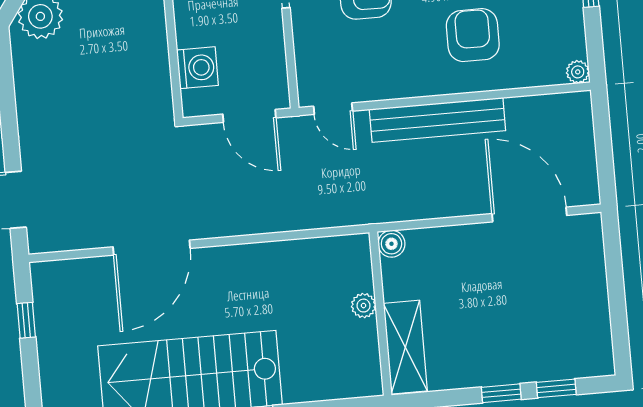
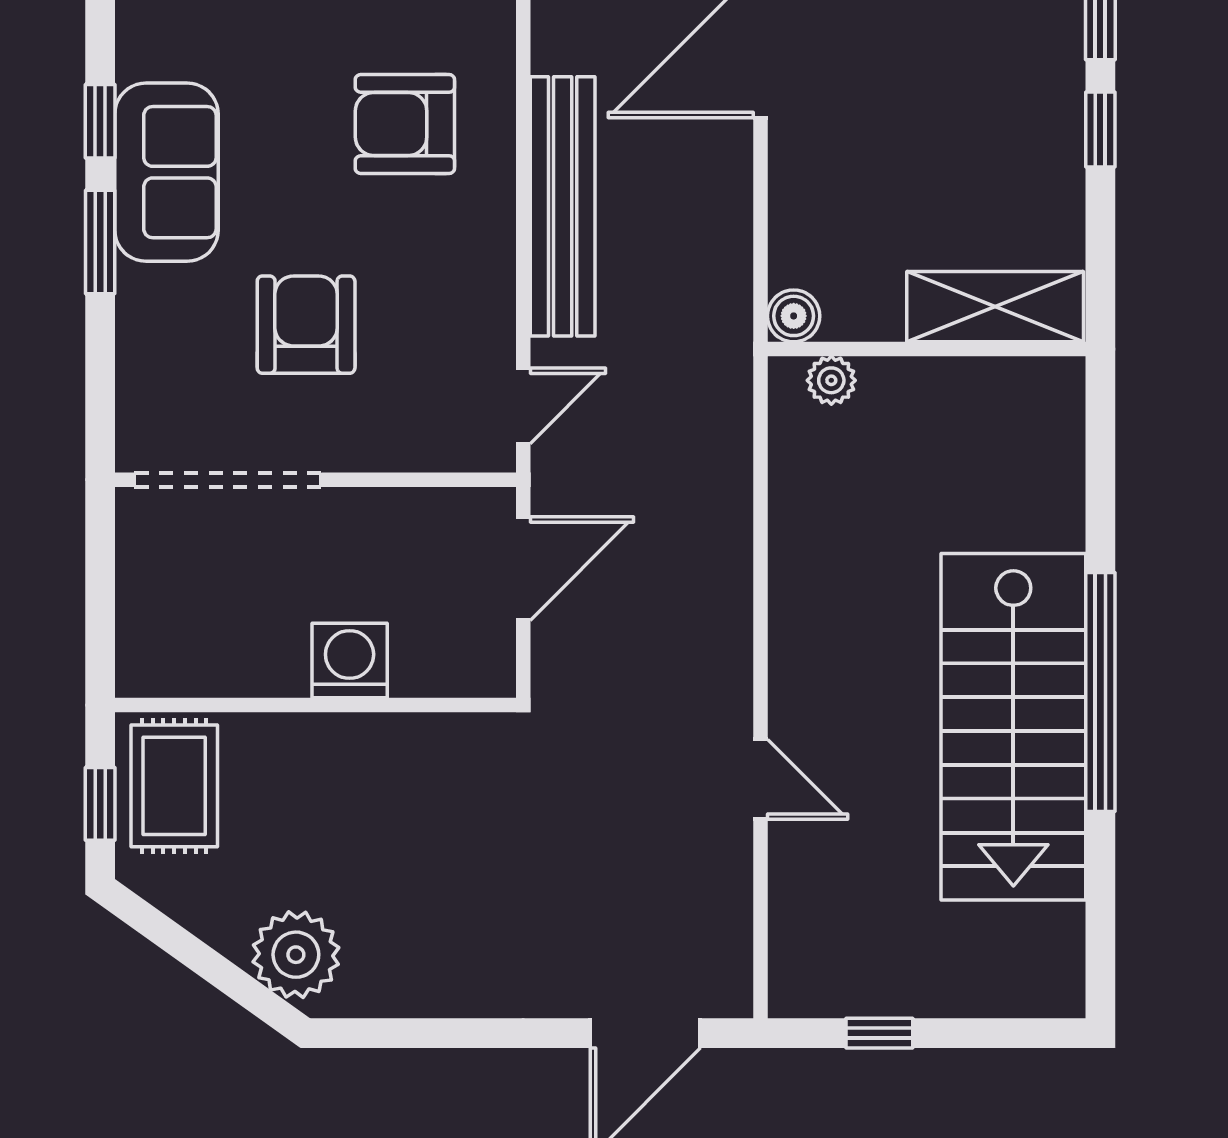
washing machine: (197, 68) -> (350, 660), moved
door: (152, 248) -> (760, 779), width x0.53
plant: (364, 306) -> (831, 380), moved

